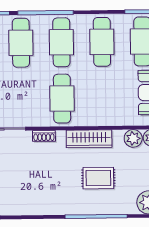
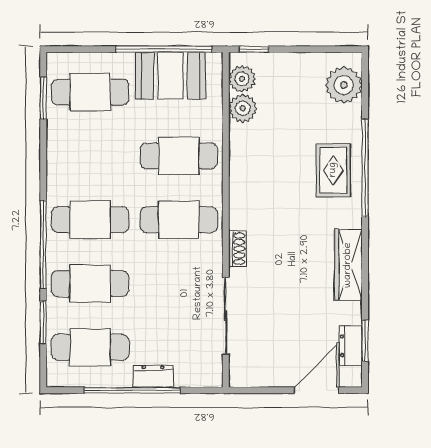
cafe table: (102, 42) -> (179, 156), moved
wardrobe: (89, 139) -> (348, 265), moved, turned 180
rug: (98, 178) -> (333, 170), moved

